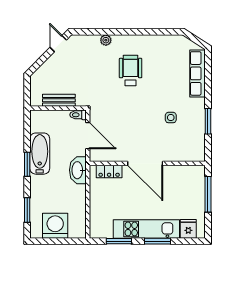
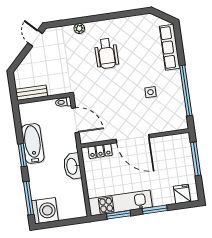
wheelchair: (131, 71) -> (107, 54), turned 180
bench: (59, 100) -> (32, 93), moved
window: (208, 121) -> (186, 91), width x2.11
washbasin: (78, 170) -> (72, 166), moved
window: (27, 210) -> (29, 198), width x1.44
washing machine: (55, 226) -> (45, 211), moved, turned 90
kitchen unit: (146, 229) -> (120, 203), moved

